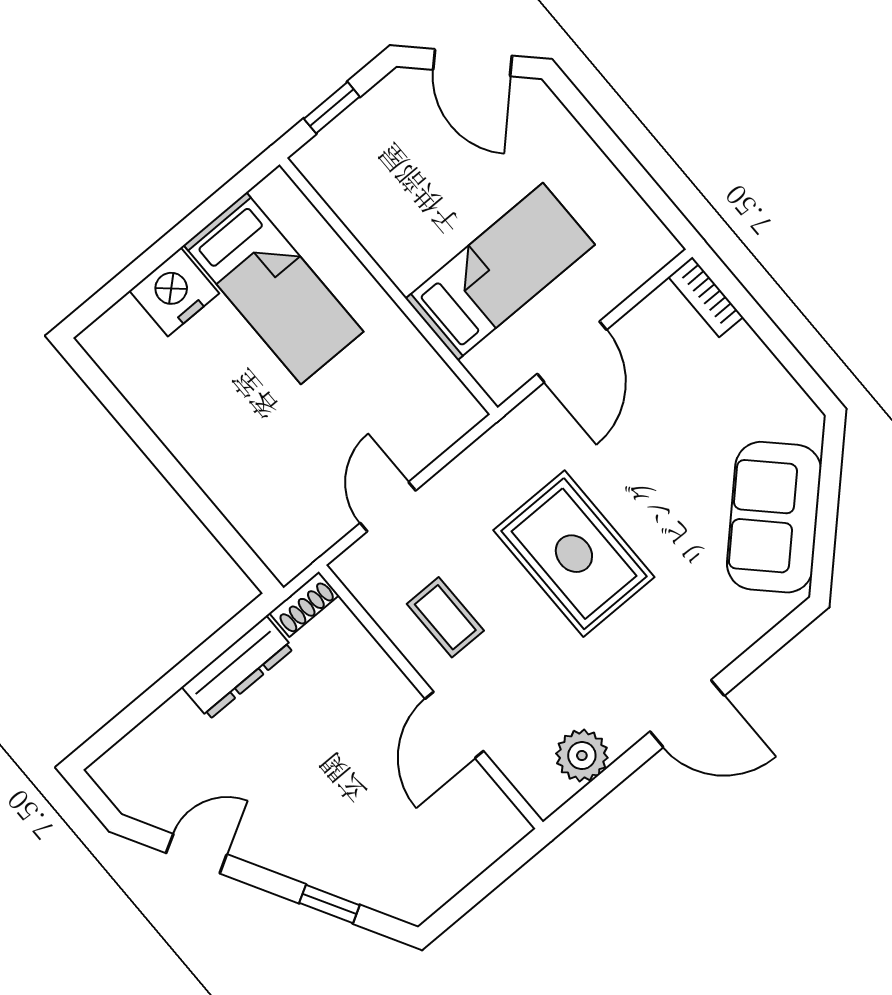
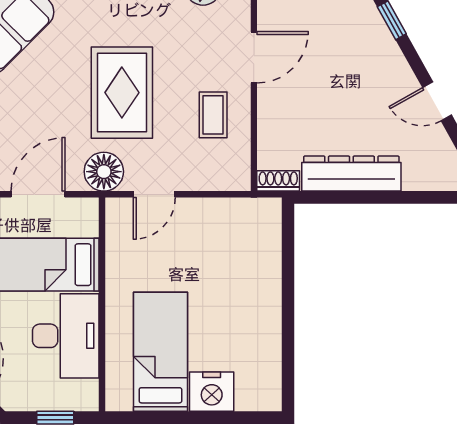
desk: (400, 214) -> (66, 336), added
floor lamp: (517, 443) -> (104, 172), added
door: (388, 507) -> (154, 194), moved
dresser: (238, 668) -> (351, 174), width x1.37, depth x1.24

